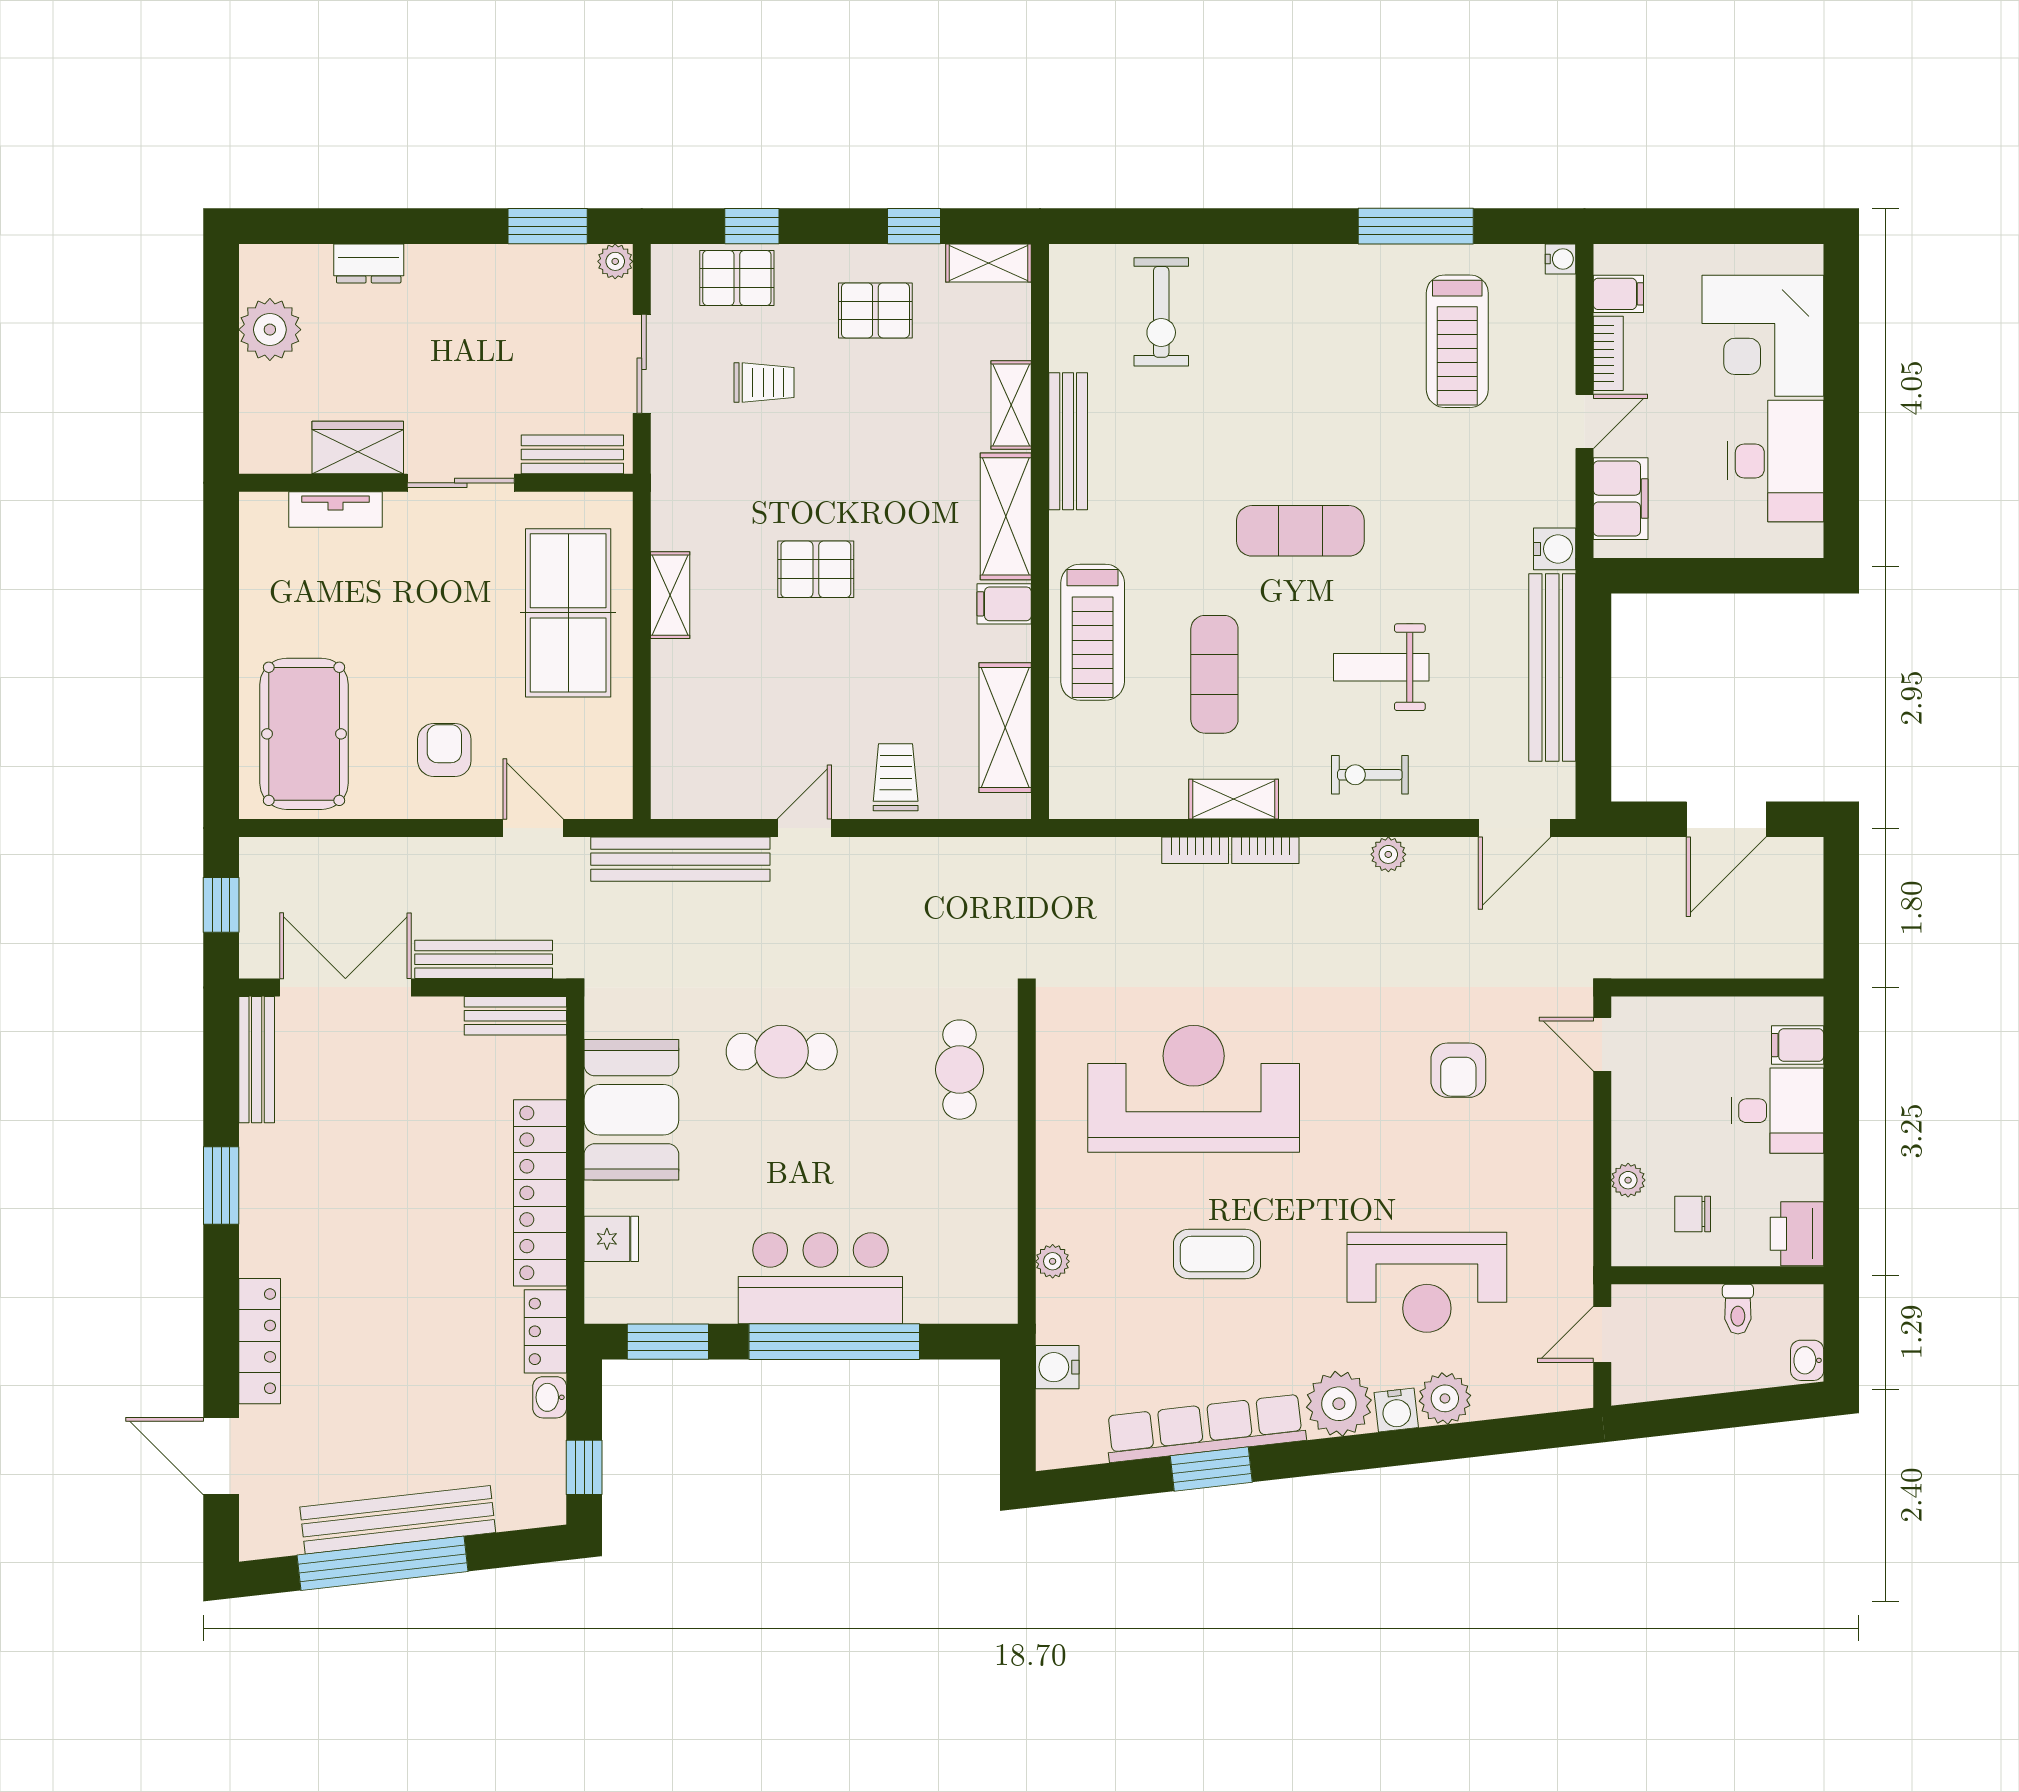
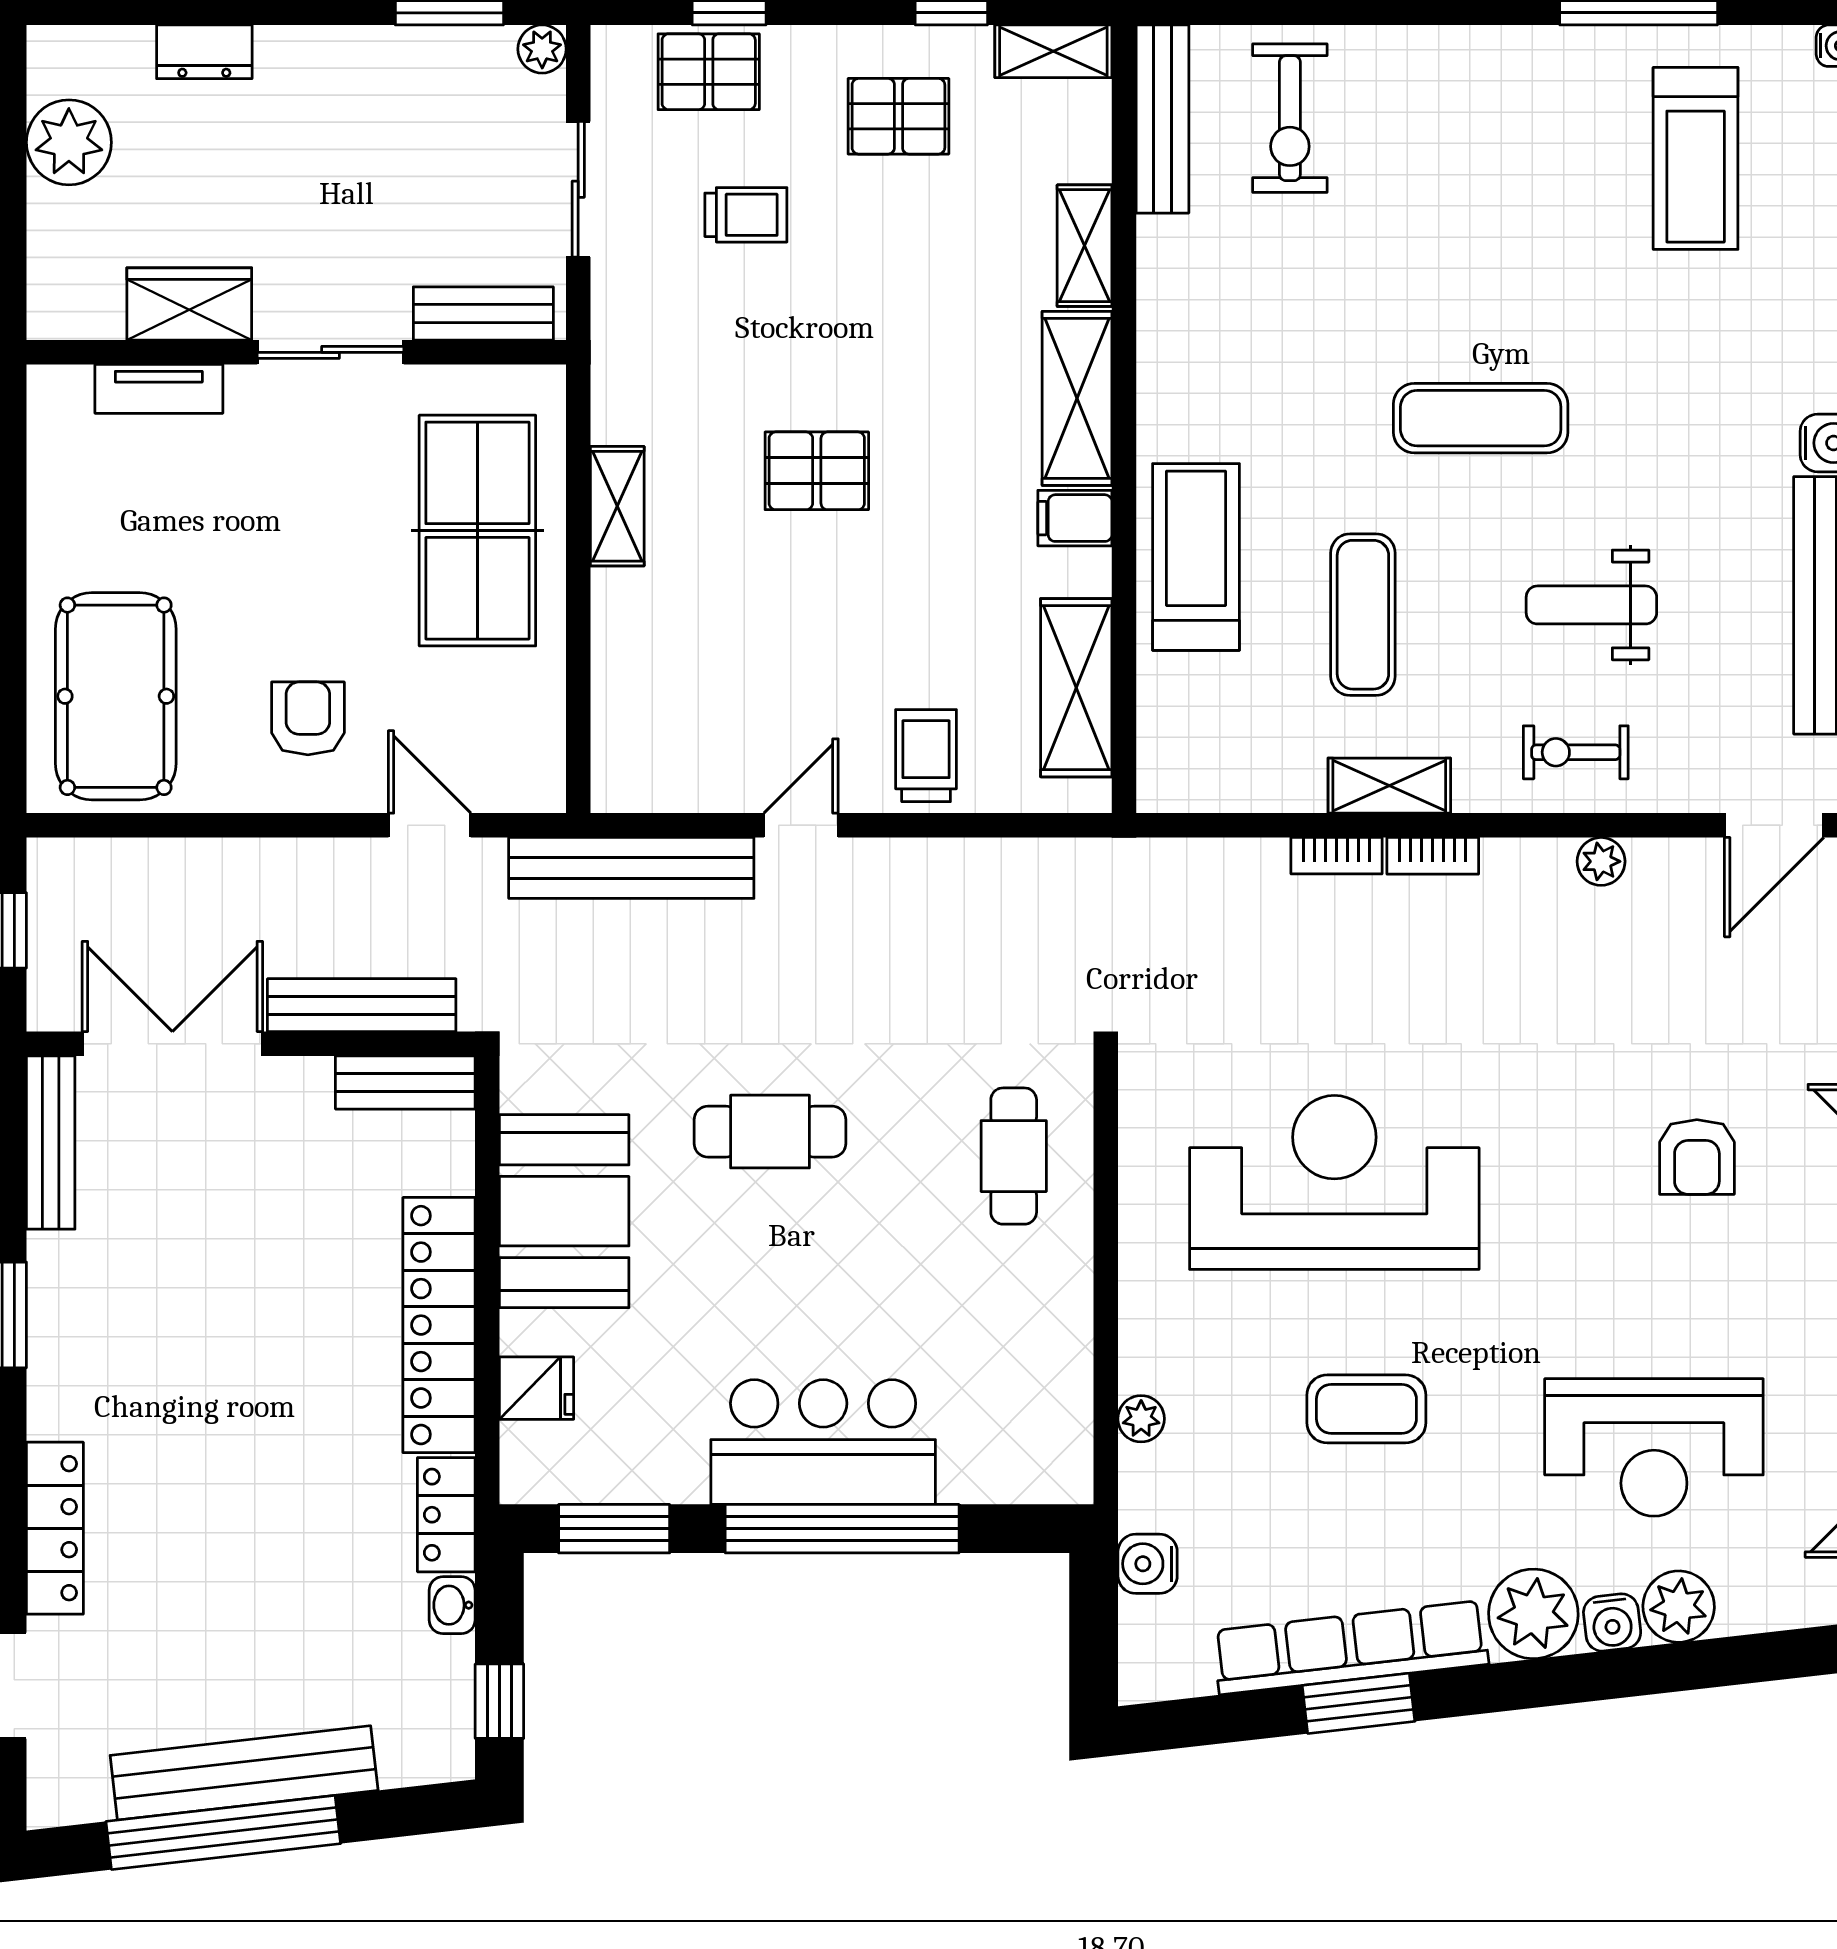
bench: (1068, 441) -> (1162, 119), moved
treadmill: (1093, 632) -> (1196, 557), turned 180

